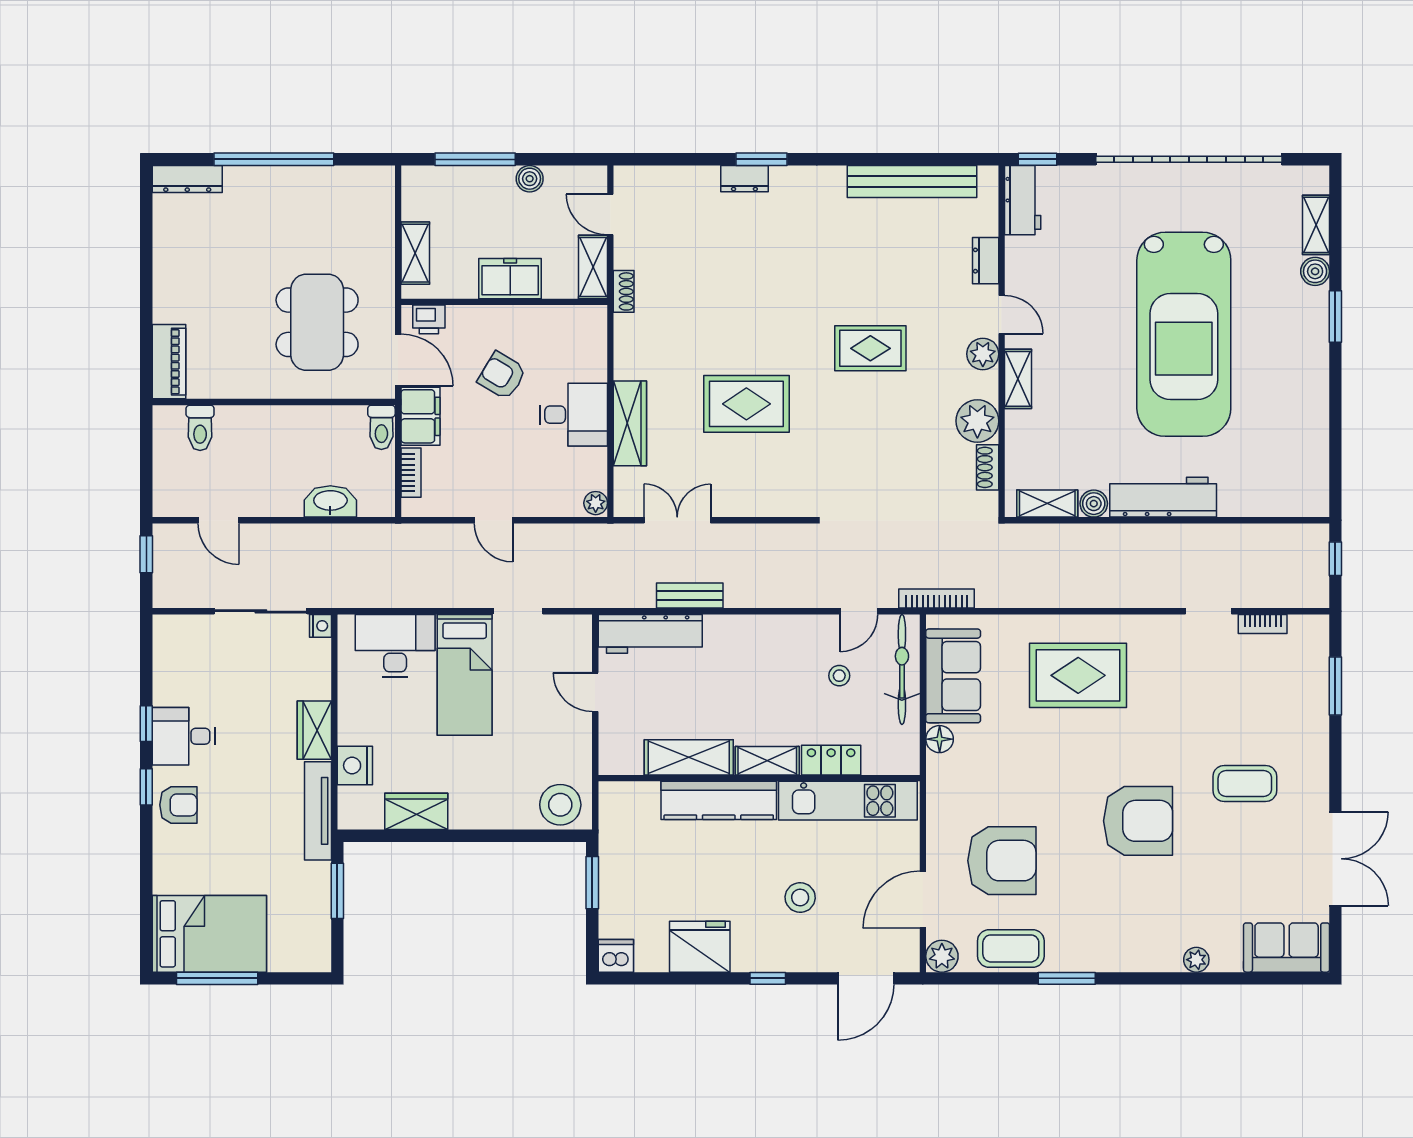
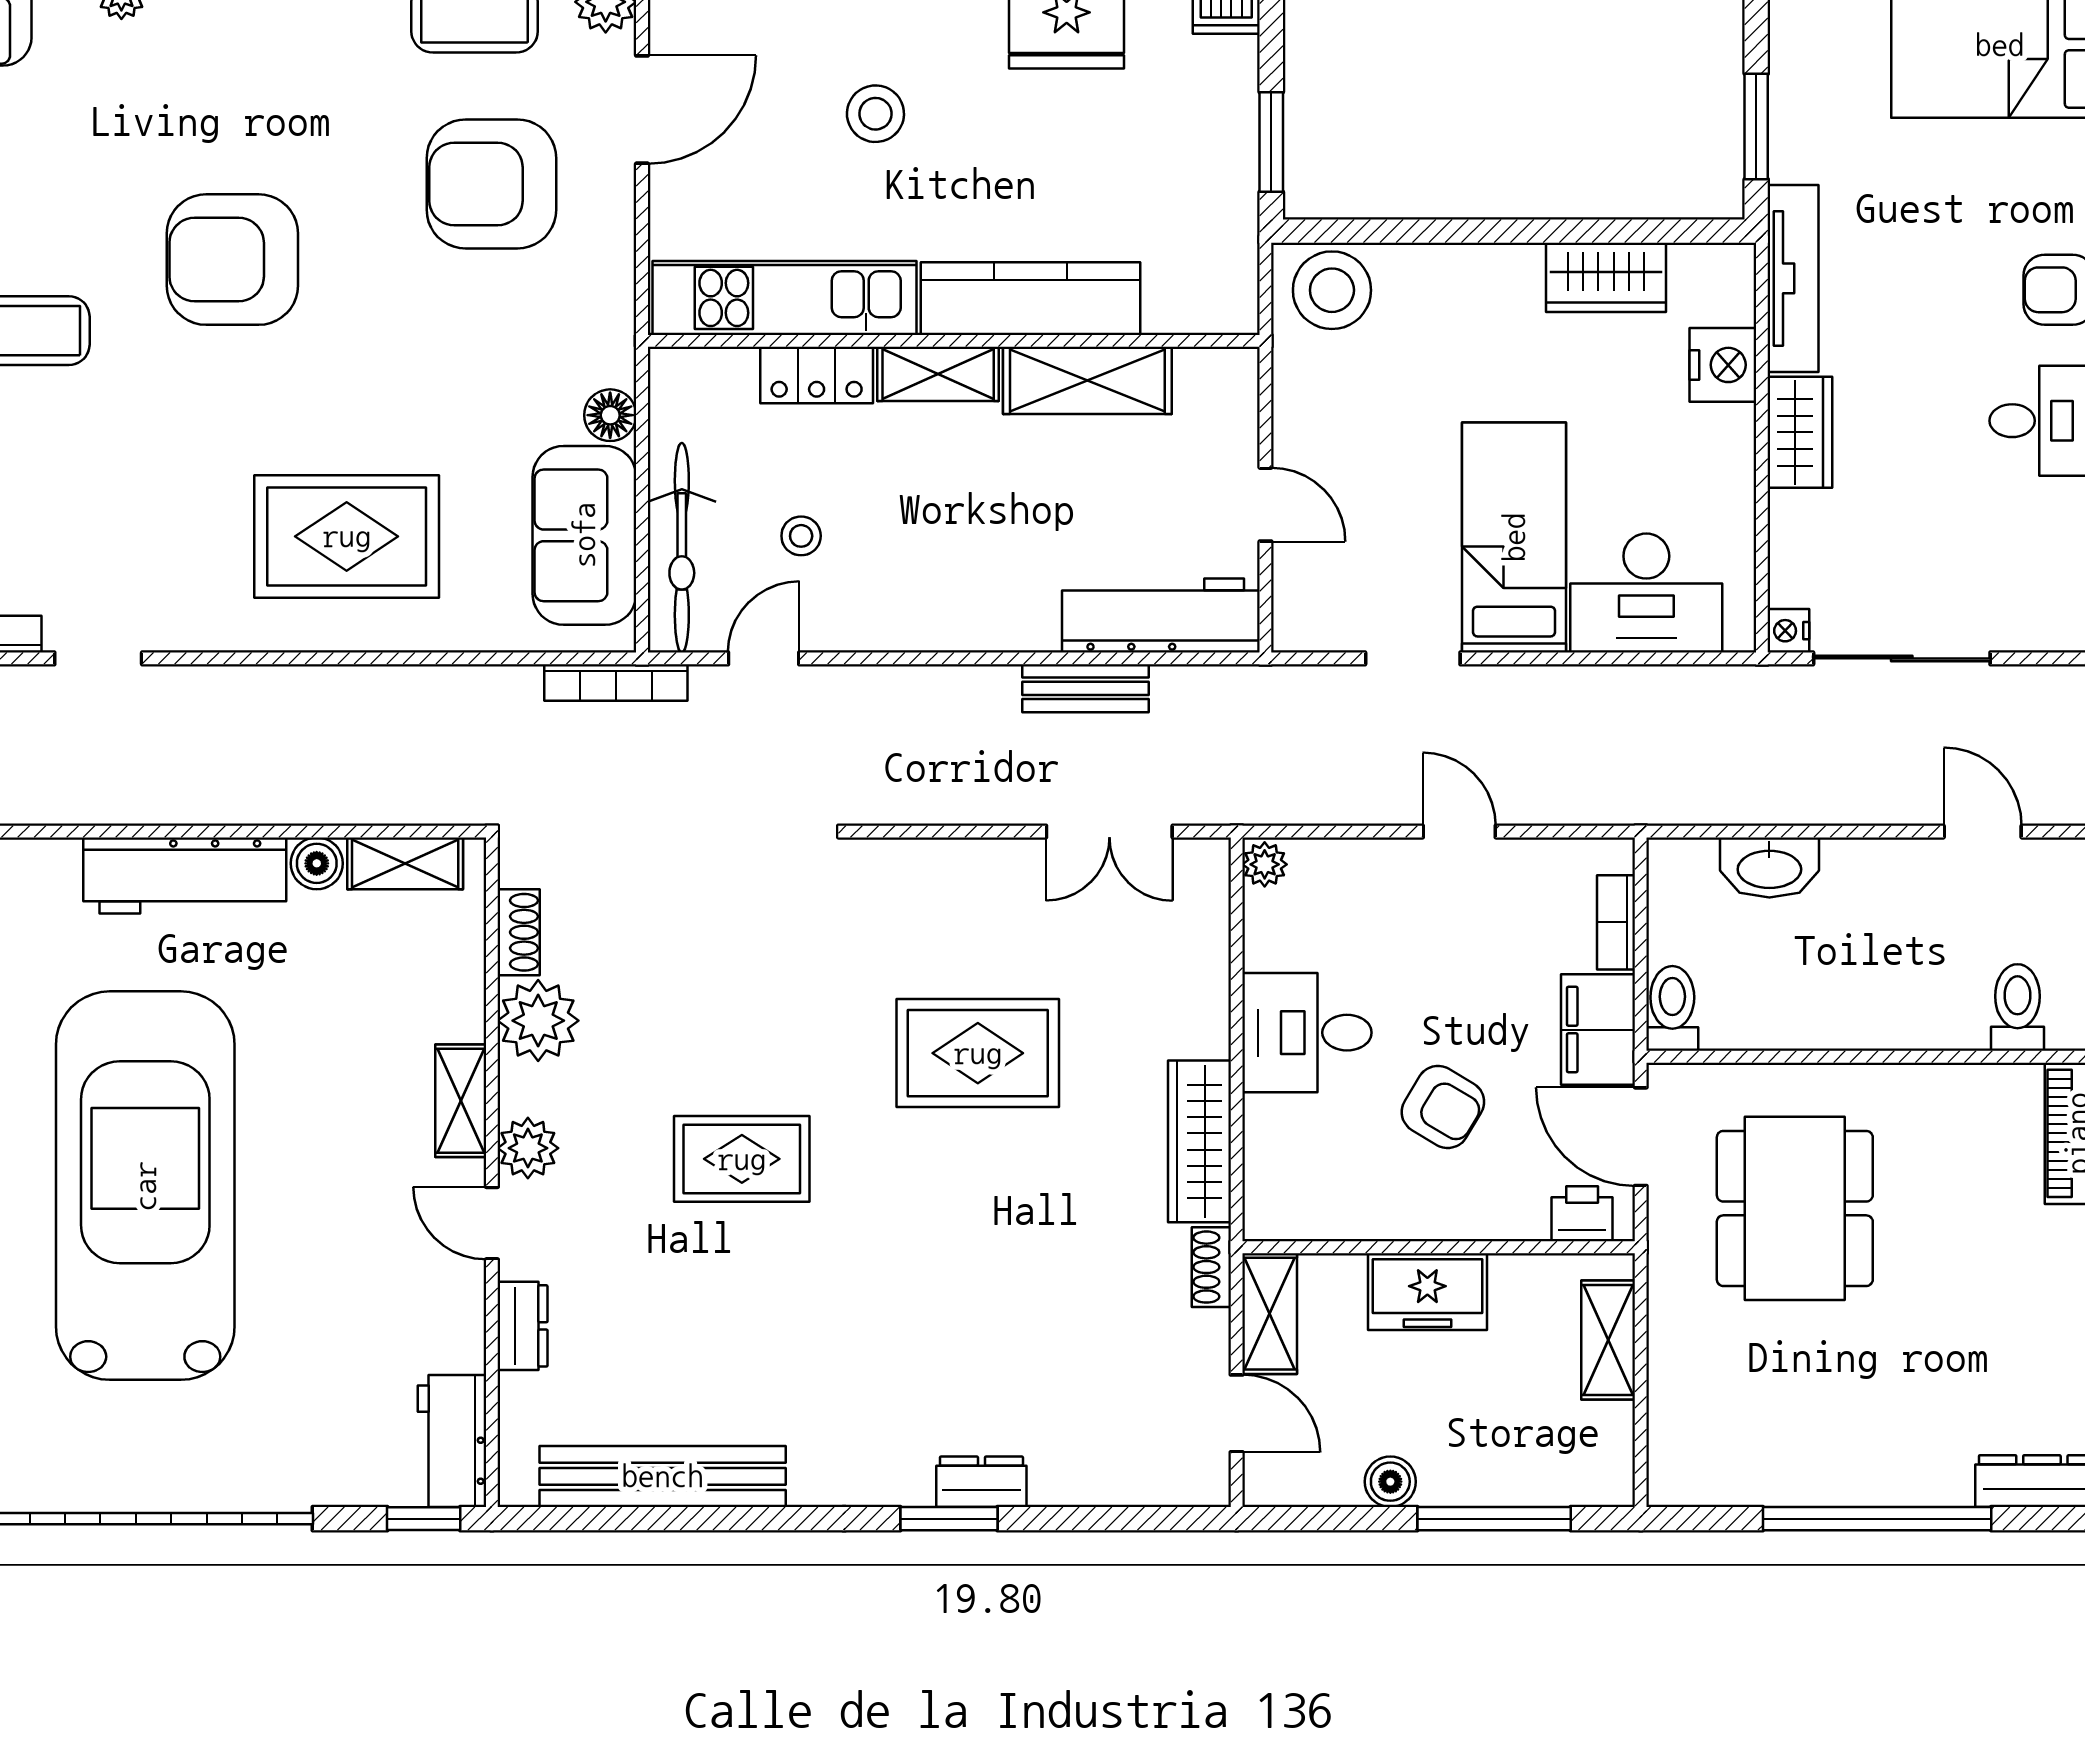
wardrobe: (630, 423) -> (1200, 1141), moved

